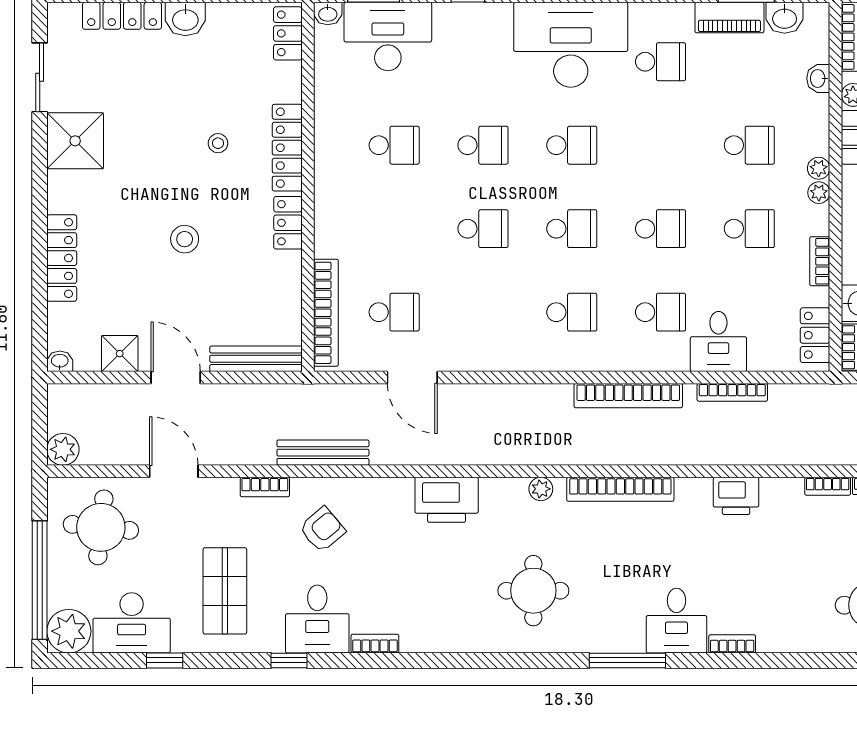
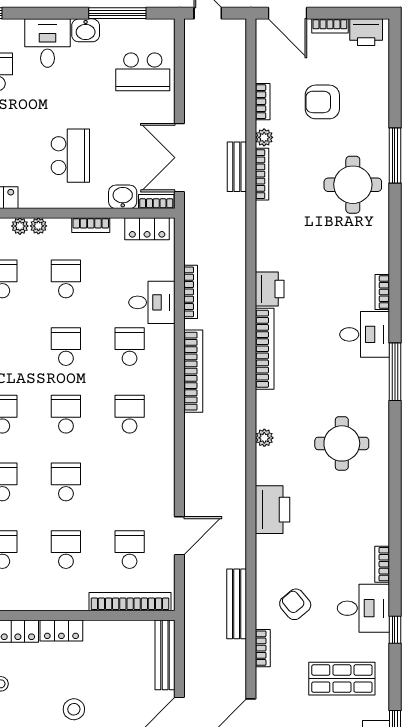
school desk: (394, 229) -> (66, 550), added
bookcase: (828, 486) -> (262, 219), removed
bookcase: (620, 489) -> (265, 349), moved

